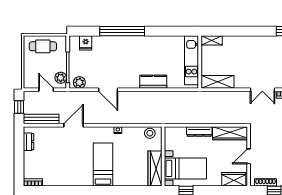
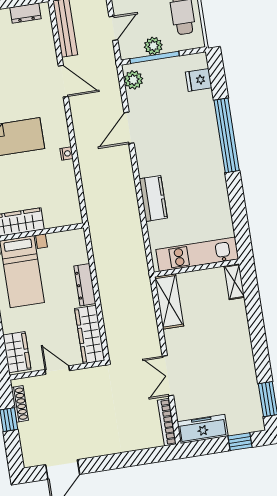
plant: (61, 78) -> (153, 46), moved
stool: (150, 133) -> (70, 206), removed

